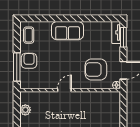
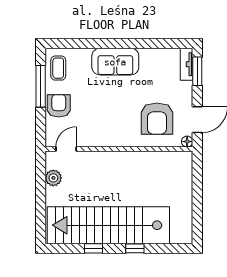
window: (17, 67) -> (41, 86), moved
armchair: (96, 70) -> (157, 119), turned -90
door: (64, 90) -> (66, 149), moved

